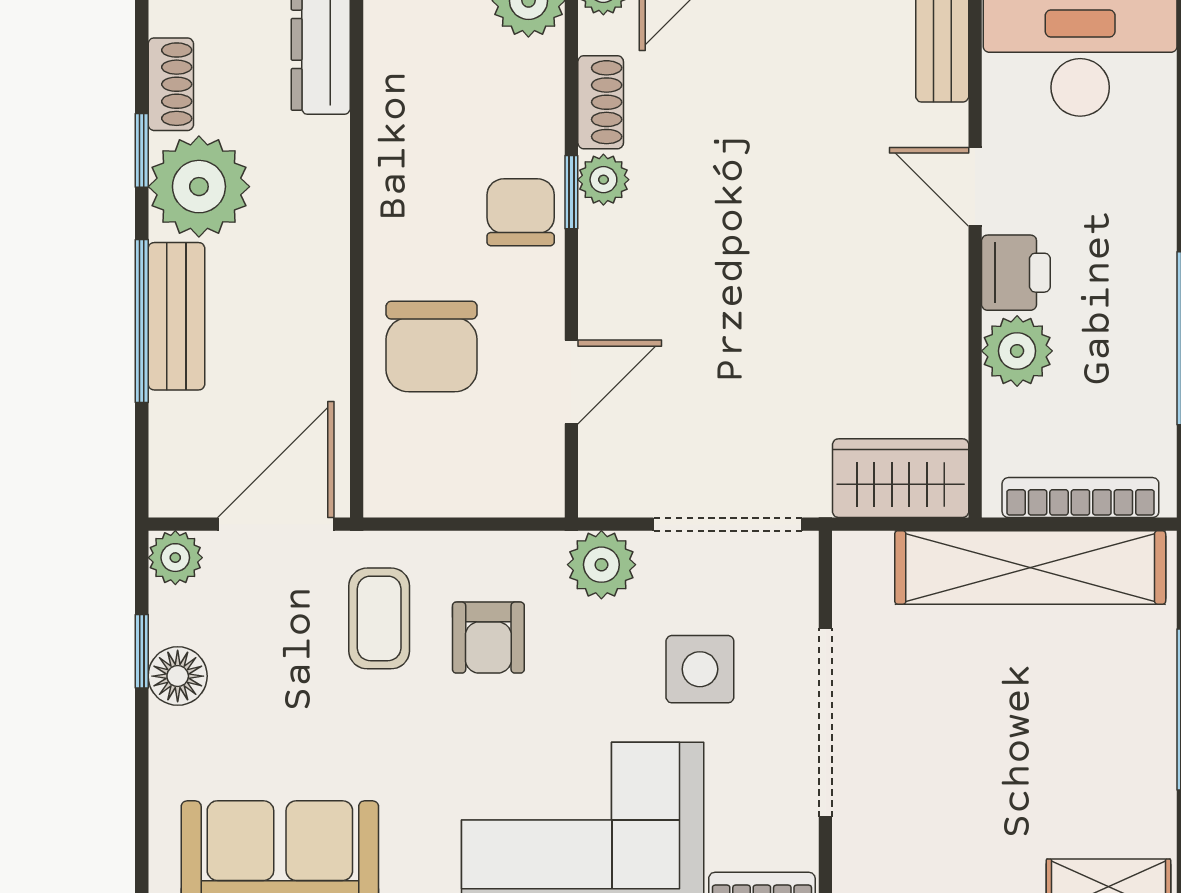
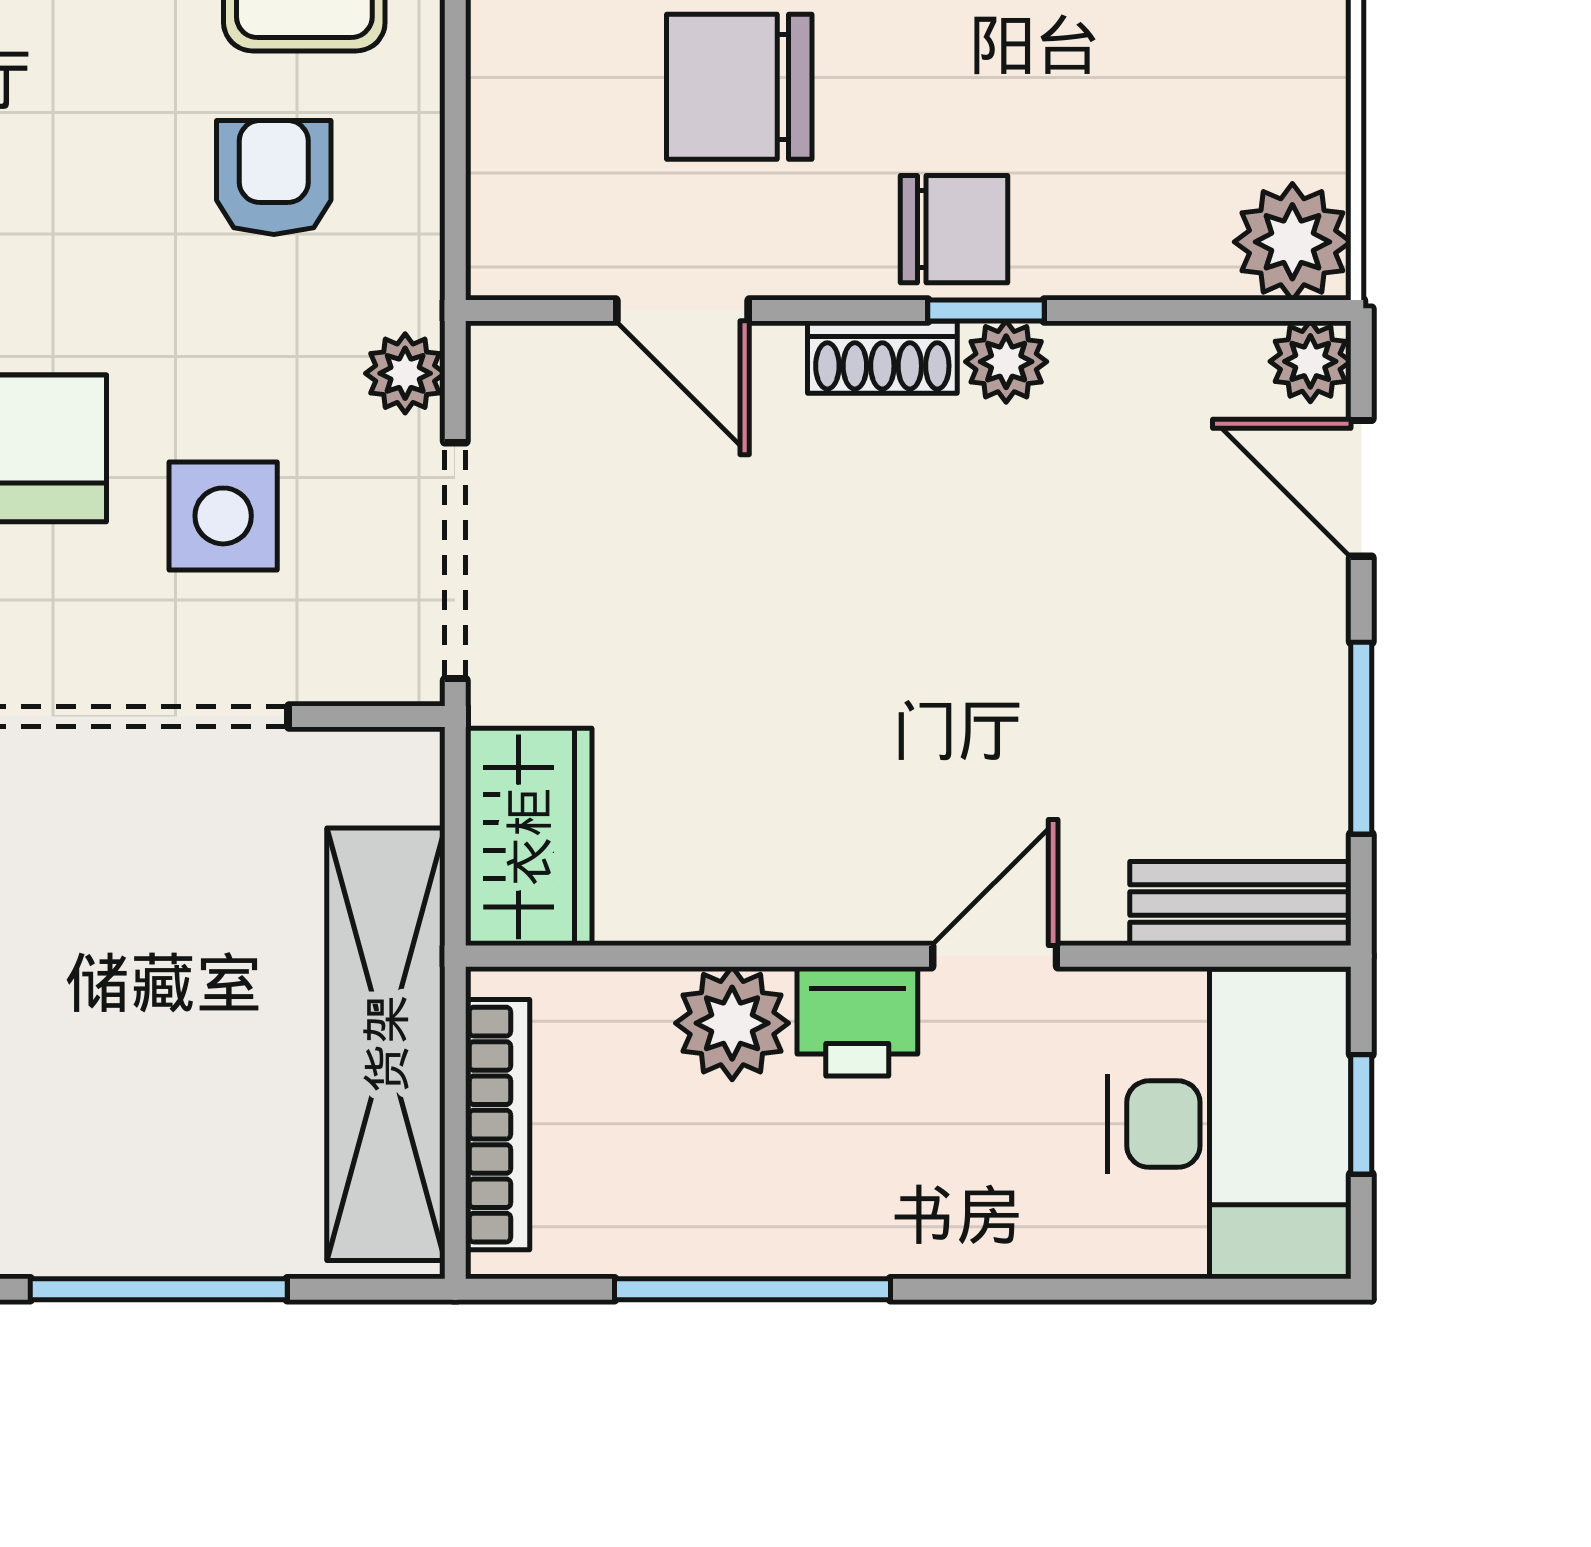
shoe rack: (601, 102) -> (882, 357), moved
plant: (601, 565) -> (405, 373), width x0.73, depth x0.73
armchair: (488, 638) -> (274, 178), turned 90

